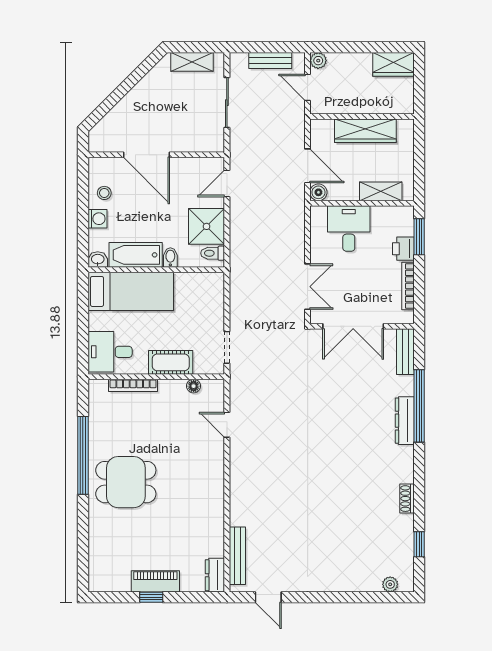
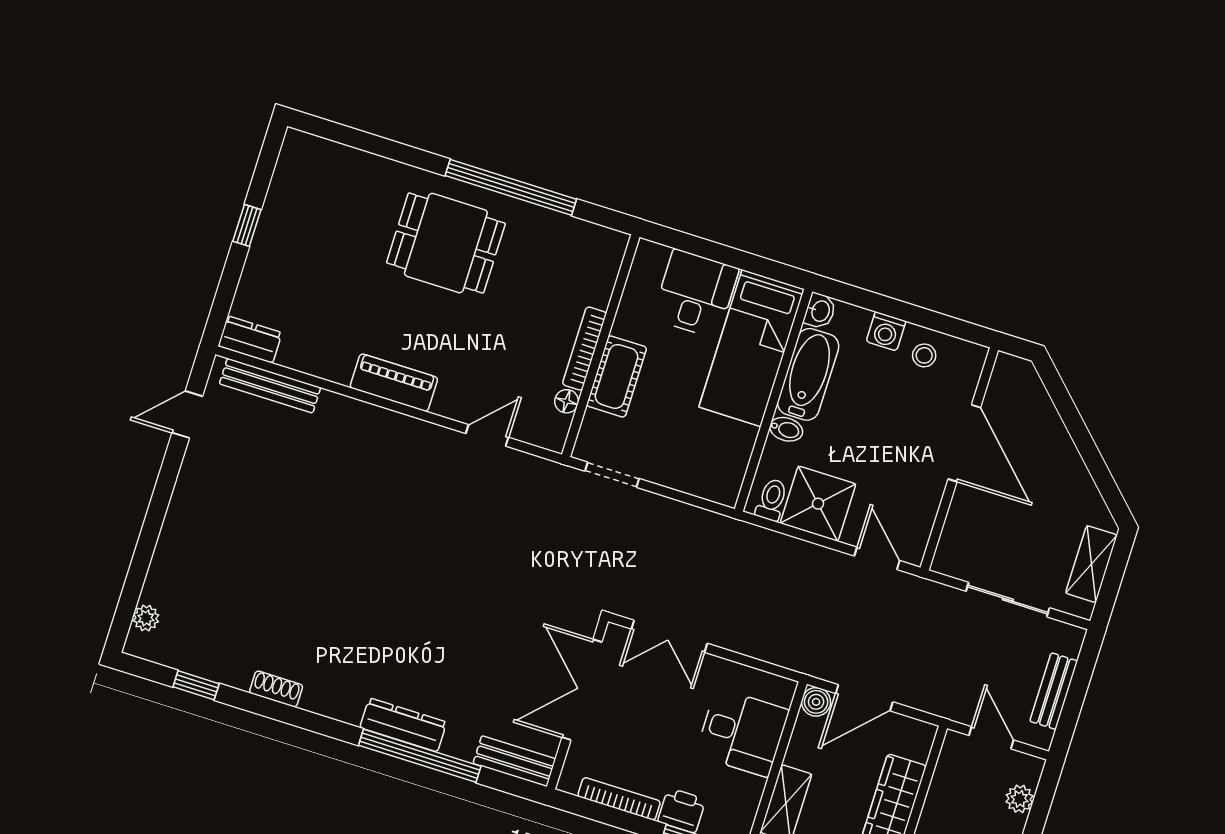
plant: (318, 61) -> (1020, 799), moved
door: (308, 87) -> (991, 738), hinge flipped
door: (147, 155) -> (964, 443), swing flipped
desk: (110, 352) -> (696, 294), moved
bookcase: (133, 385) -> (584, 349), moved
dining table: (126, 482) -> (446, 243), turned 90
piano: (155, 581) -> (394, 383), moved, turned -90

